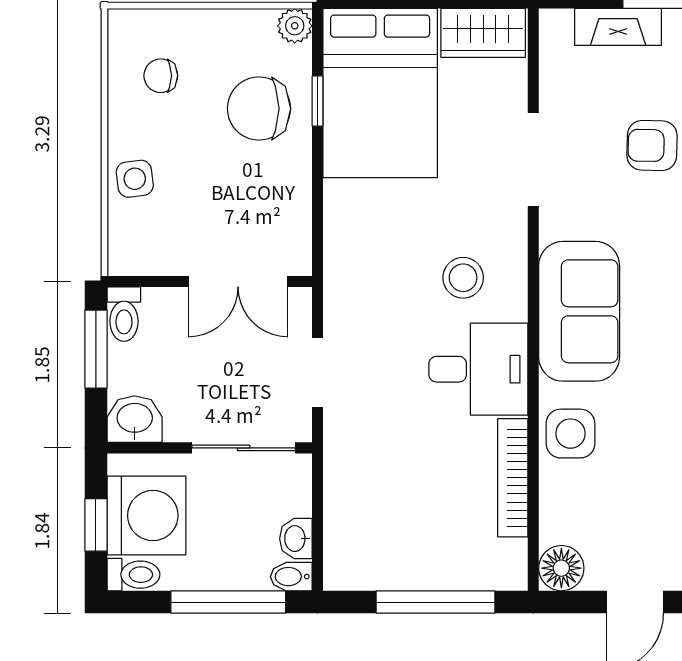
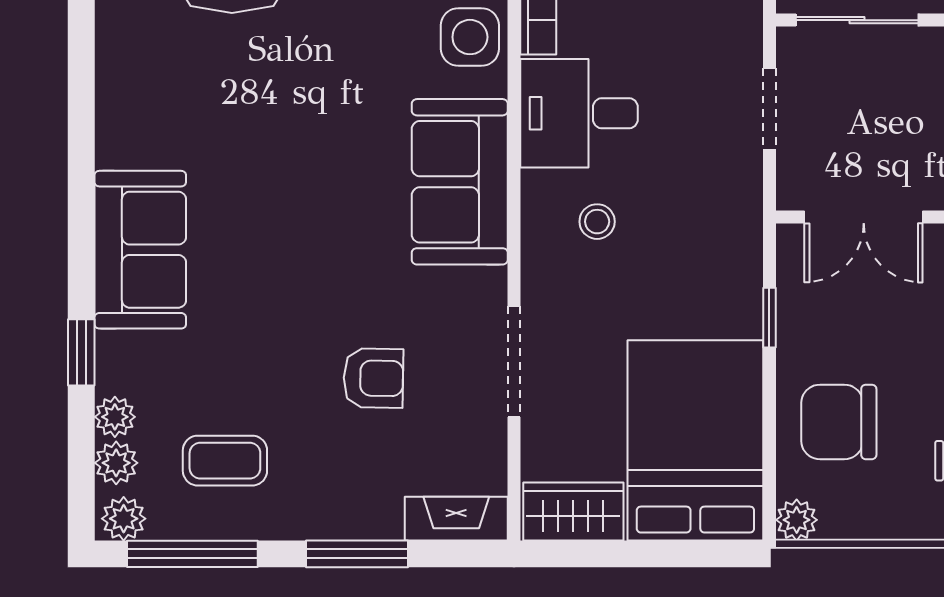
fireplace: (618, 27) -> (456, 519), moved
window: (318, 101) -> (769, 318), moved
chair: (259, 109) -> (839, 422), turned 180
stool: (463, 278) -> (597, 222), width x0.73, depth x0.73
double door: (238, 282) -> (864, 217), swing flipped

